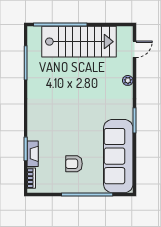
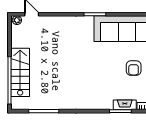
stairs: (79, 42) -> (20, 72), width x0.73, depth x0.66
plant: (128, 80) -> (17, 20), moved

